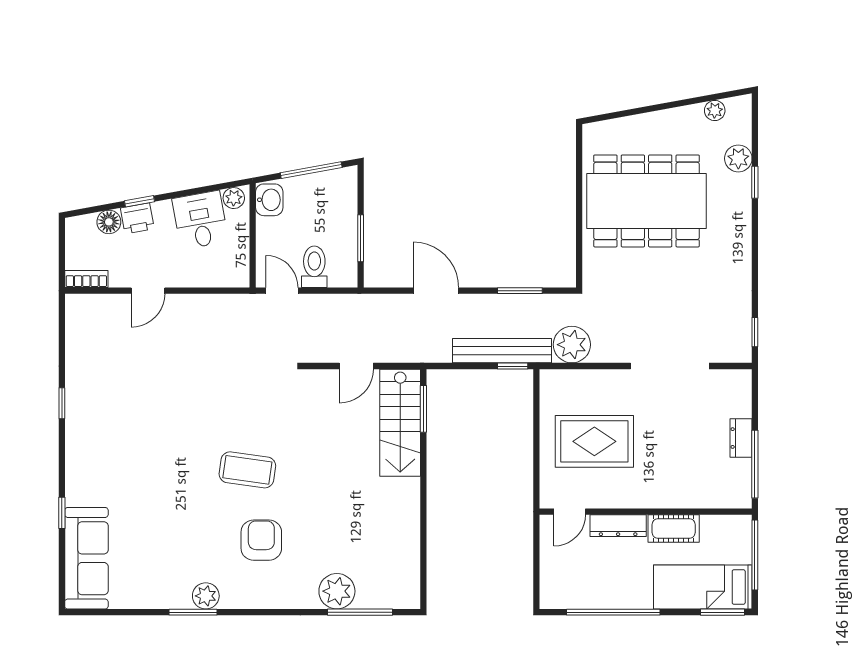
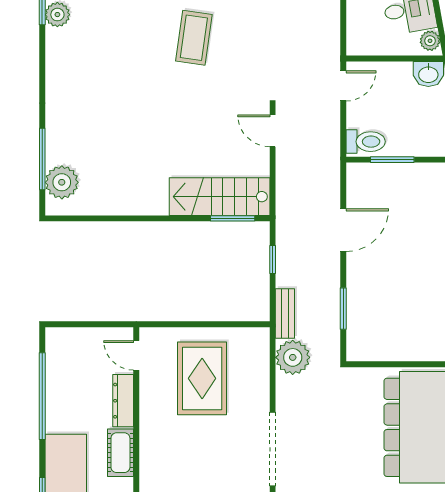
toilet: (314, 267) -> (366, 142), moved
bench: (502, 351) -> (285, 313), width x0.54, depth x0.82
door: (356, 366) -> (273, 131), moved
window: (513, 366) -> (273, 259), moved
coffee table: (247, 470) -> (194, 38), moved
armchair: (261, 540) -> (110, 67), removed
plant: (337, 591) -> (62, 182), moved

